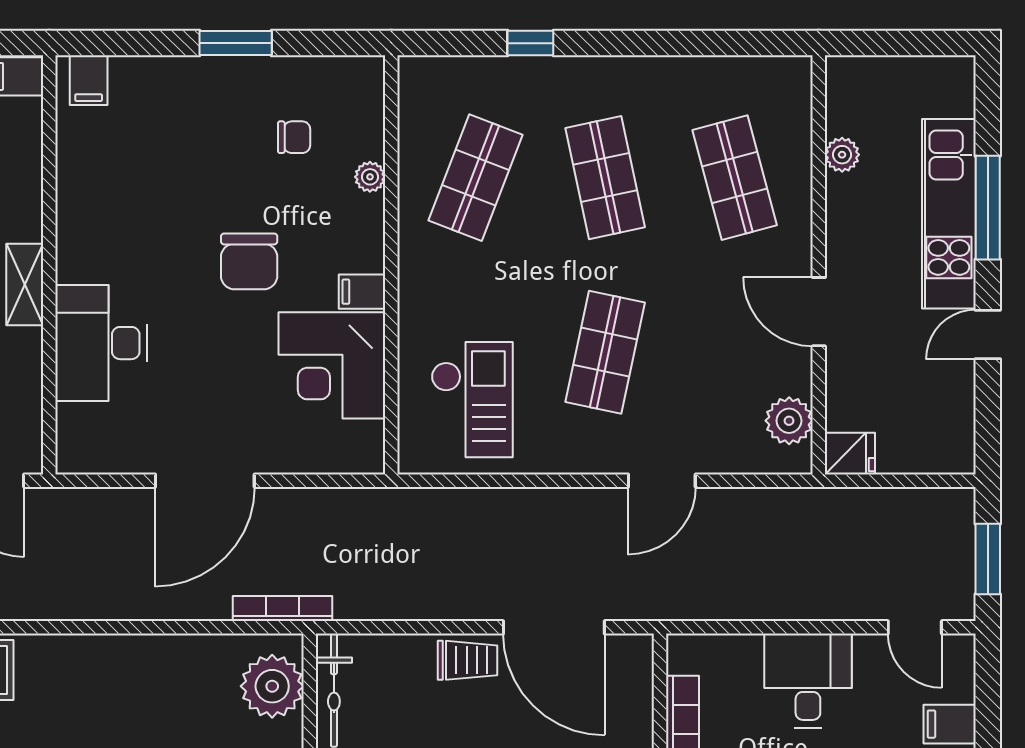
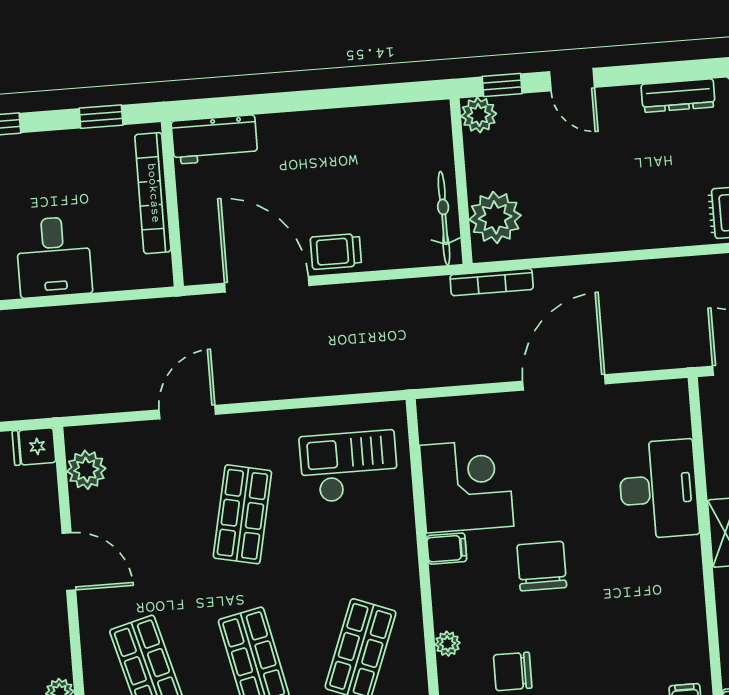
chair: (294, 137) -> (513, 671), width x1.37, depth x1.37
checkout: (472, 400) -> (349, 467), turned 90

